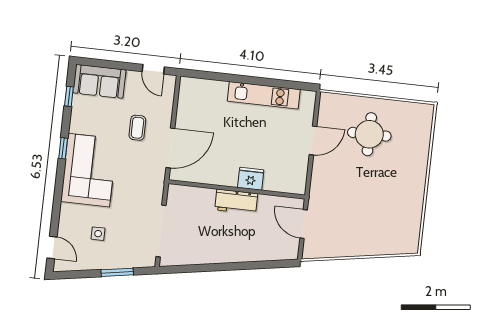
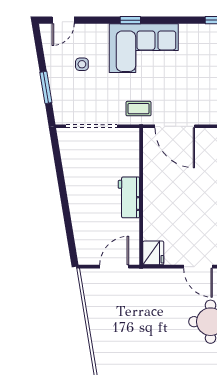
coffee table: (137, 128) -> (138, 109), moved
window: (63, 148) -> (130, 20), moved
fridge: (251, 179) -> (153, 253), moved

